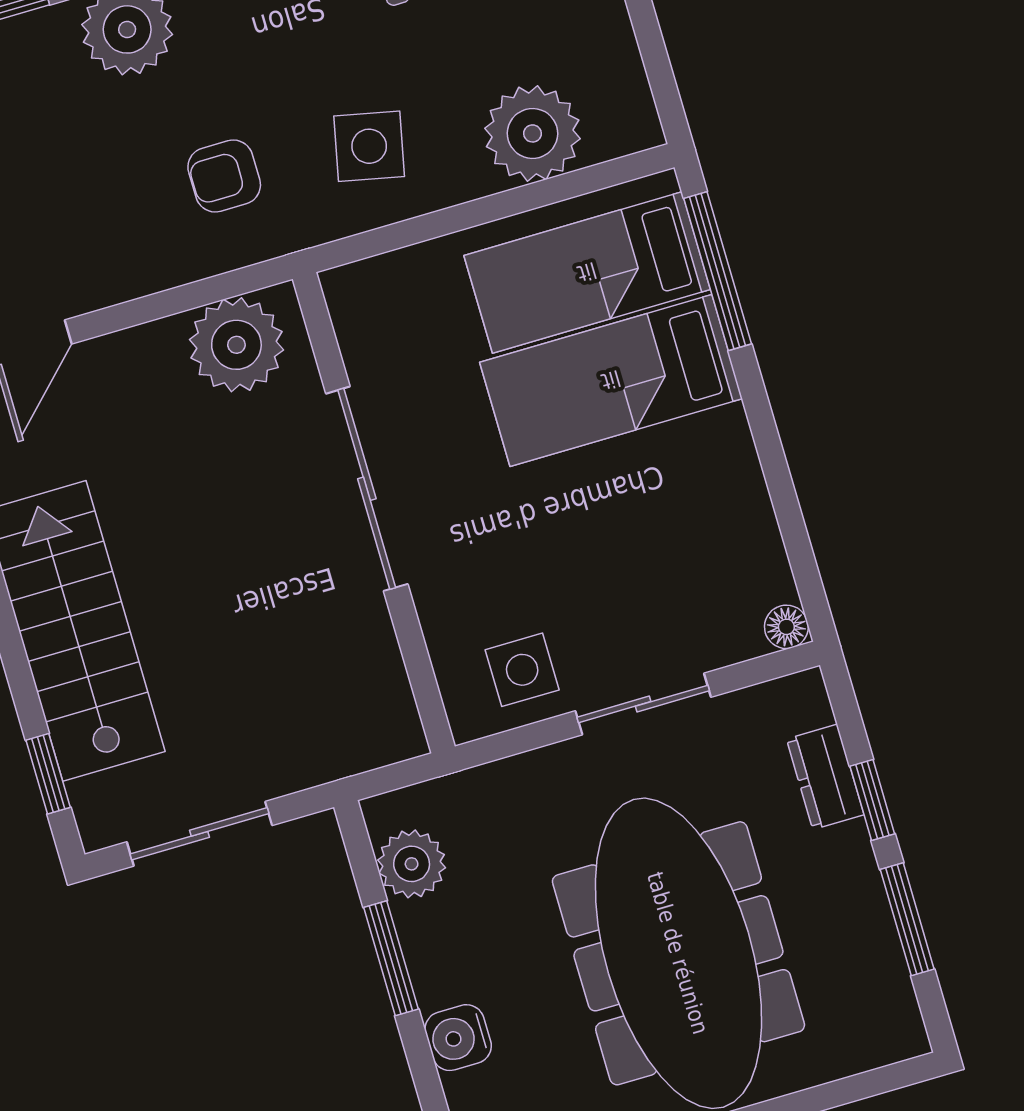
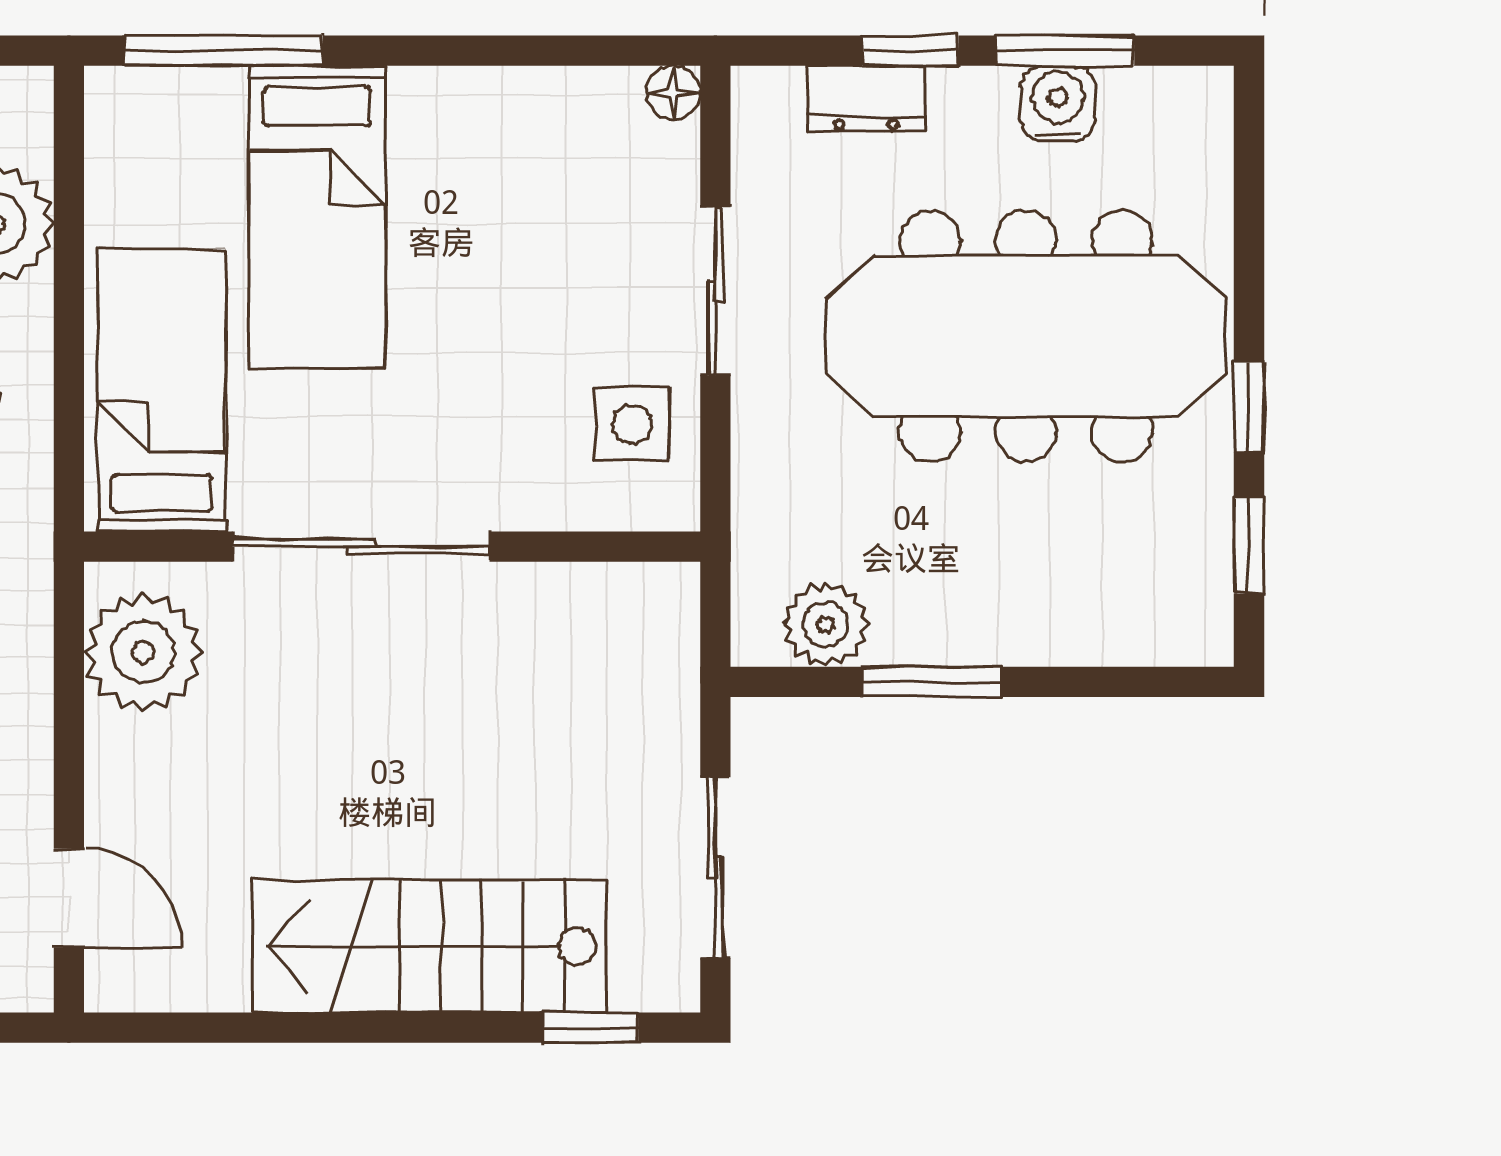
bed: (587, 272) -> (162, 390), moved, turned 180
water cooler: (458, 1038) -> (1058, 103), moved, turned 180

